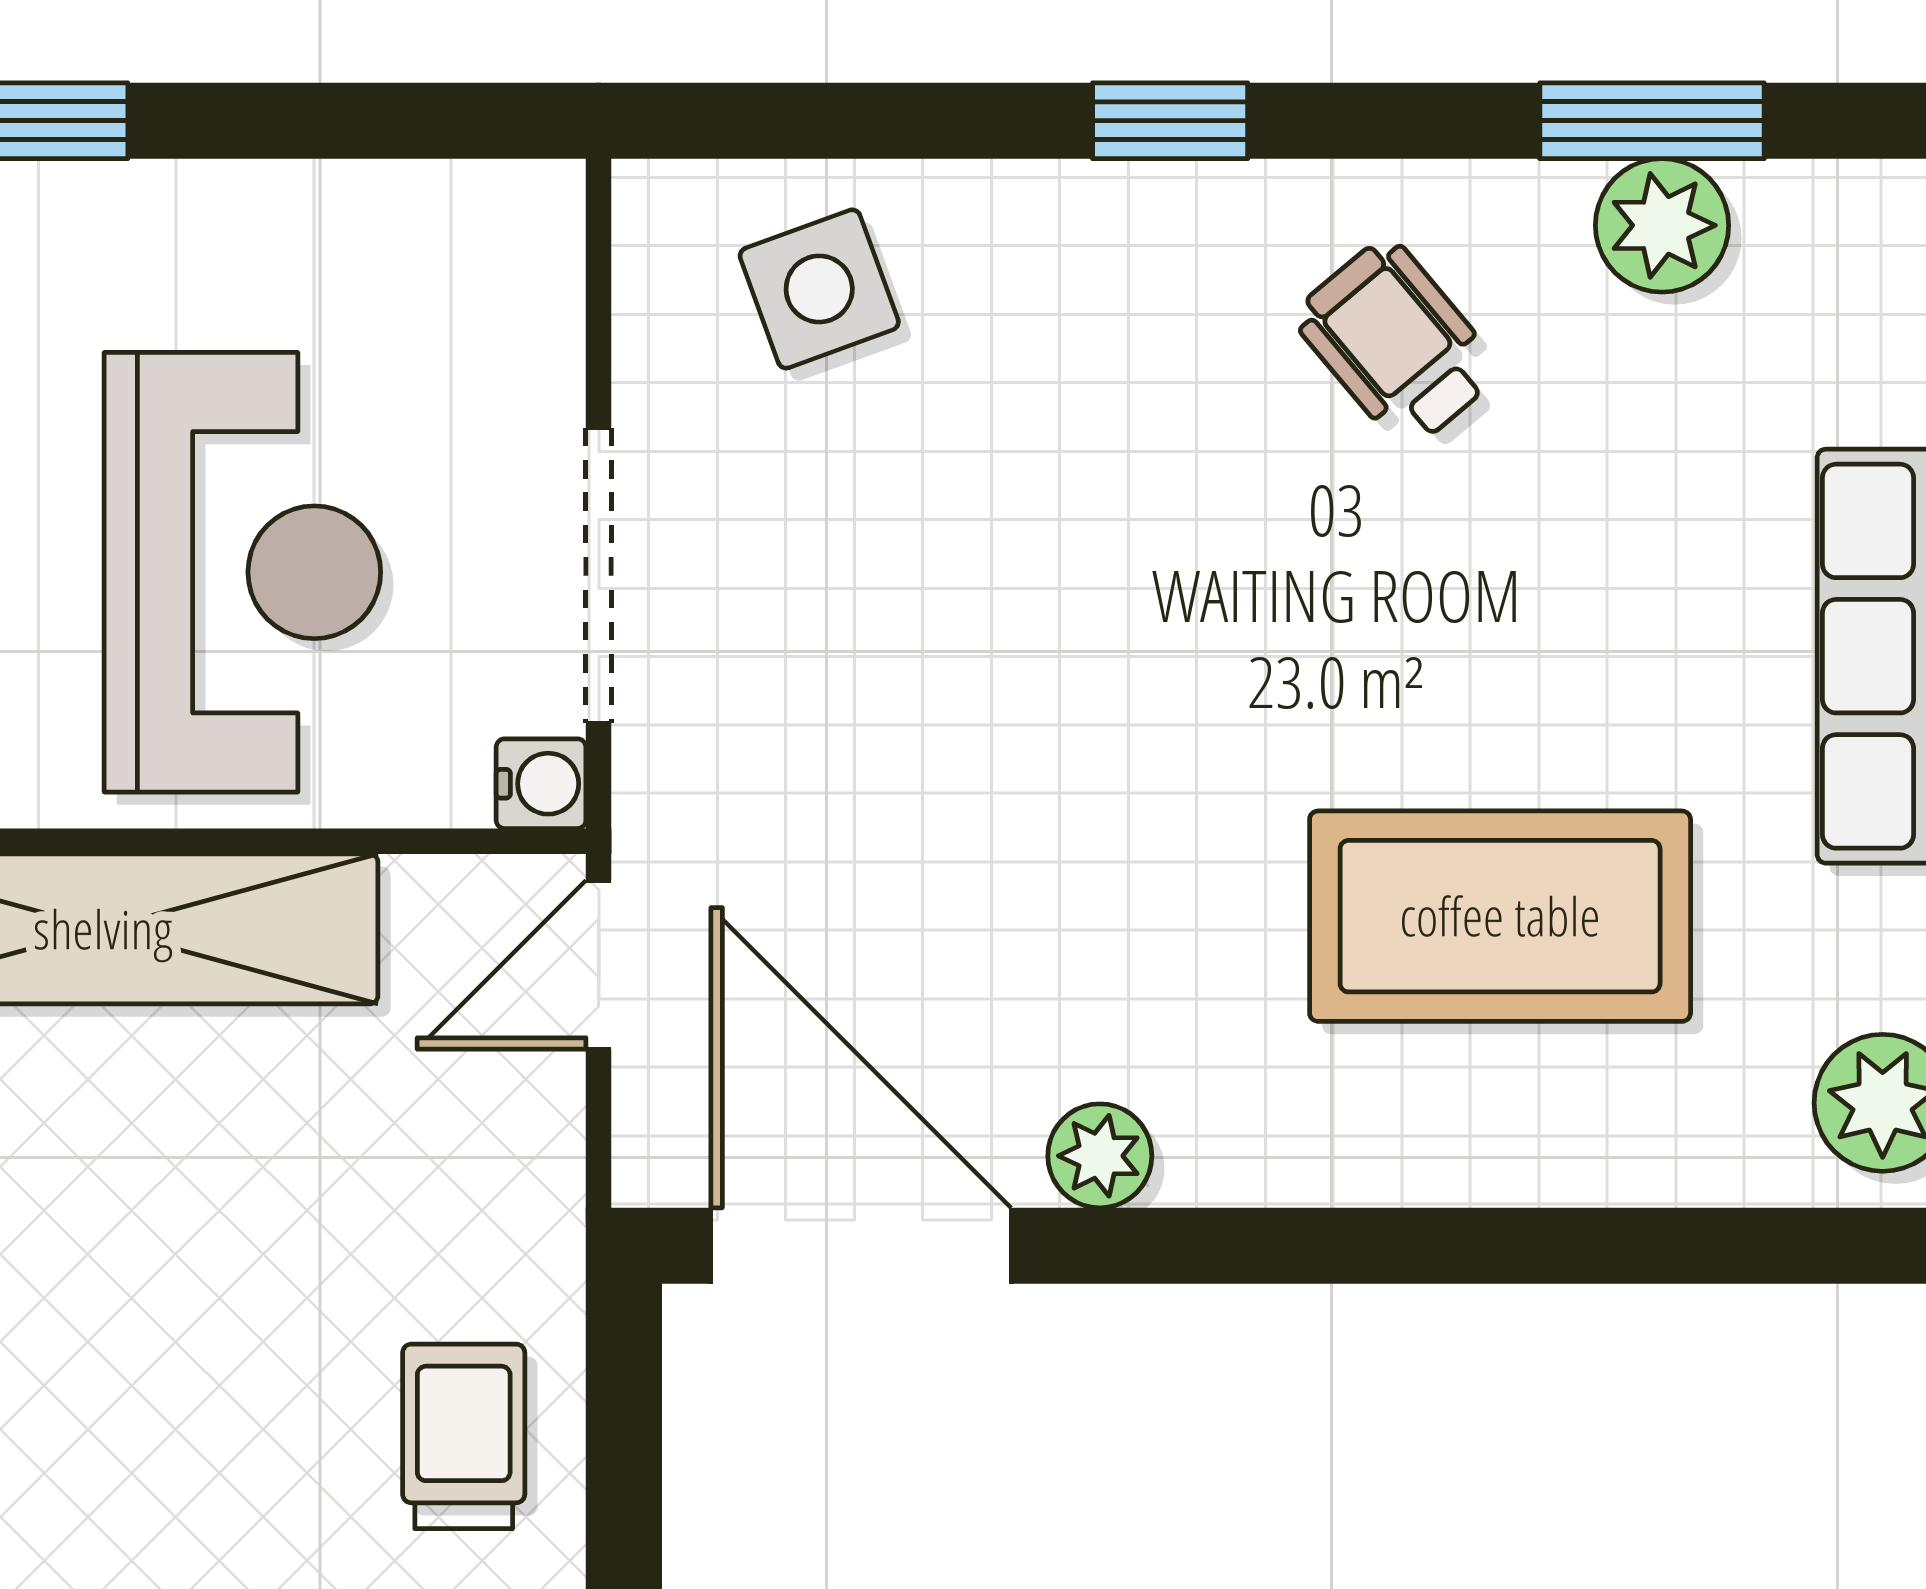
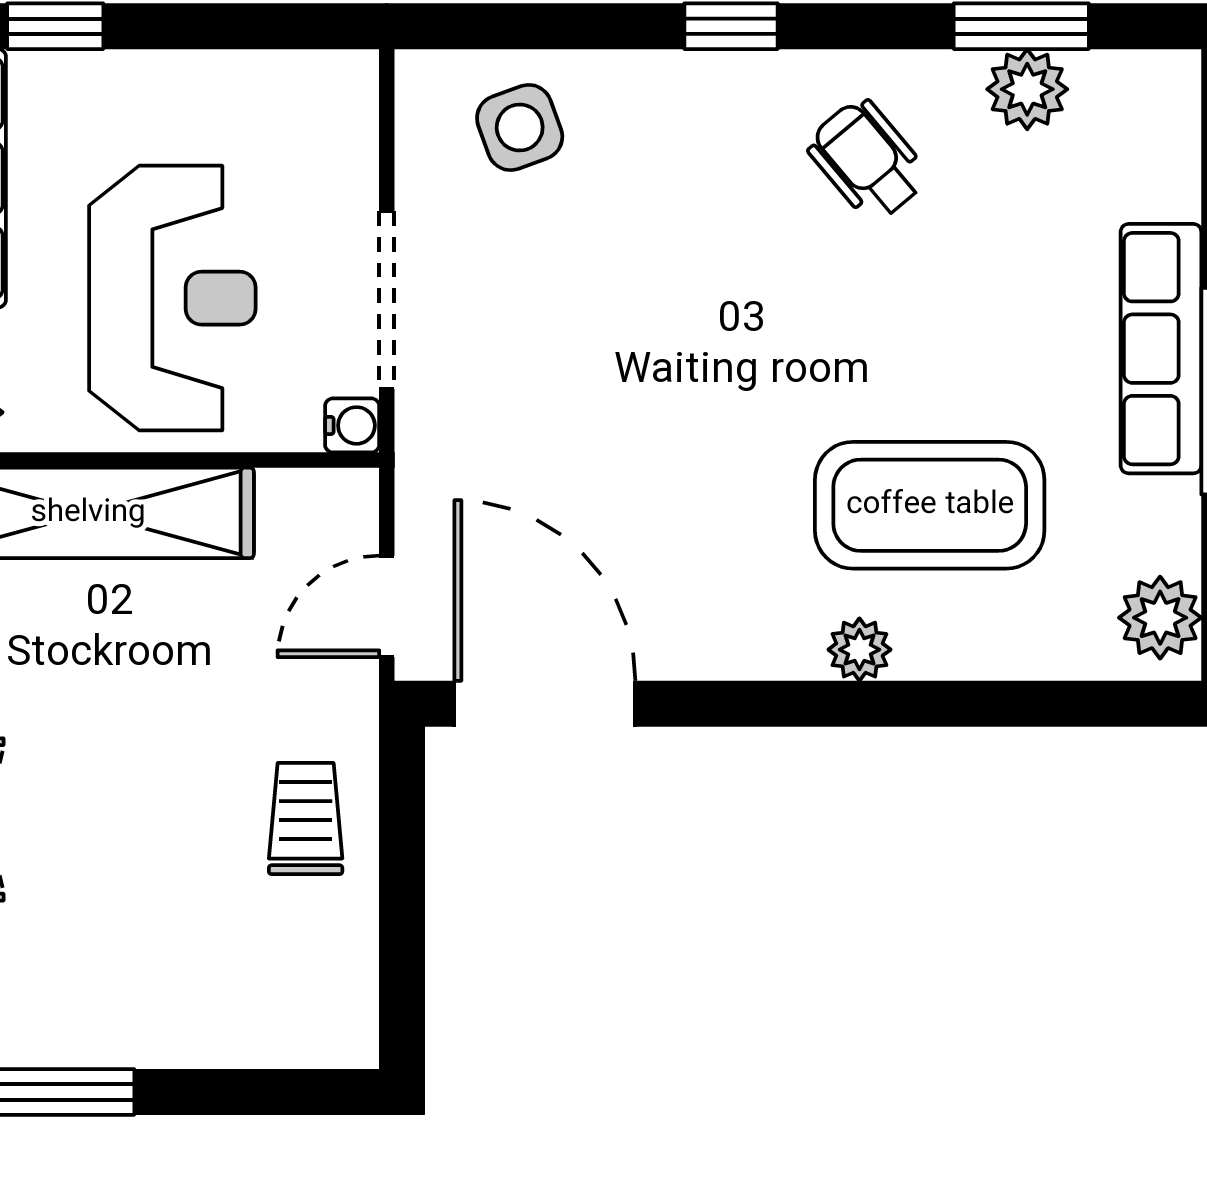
door: (599, 965) -> (387, 606), moved
plant: (1100, 1156) -> (859, 650), moved

